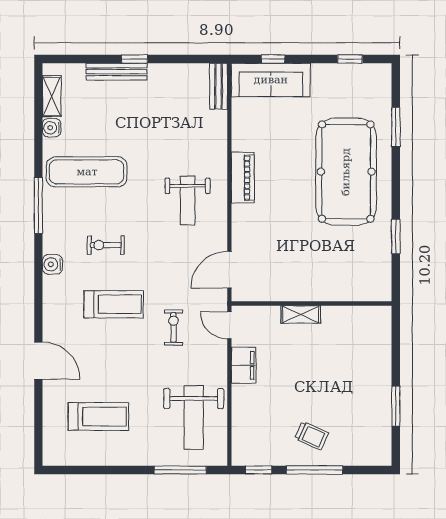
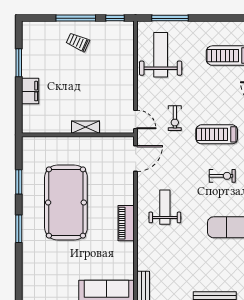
window: (396, 127) -> (19, 229), moved
pool table: (346, 172) -> (66, 202), moved
filing cabinet: (244, 365) -> (30, 91), moved, turned 180

